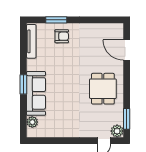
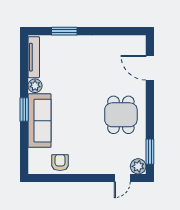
armchair: (62, 36) -> (60, 163), moved, turned -90
plant: (32, 122) -> (35, 86), moved

